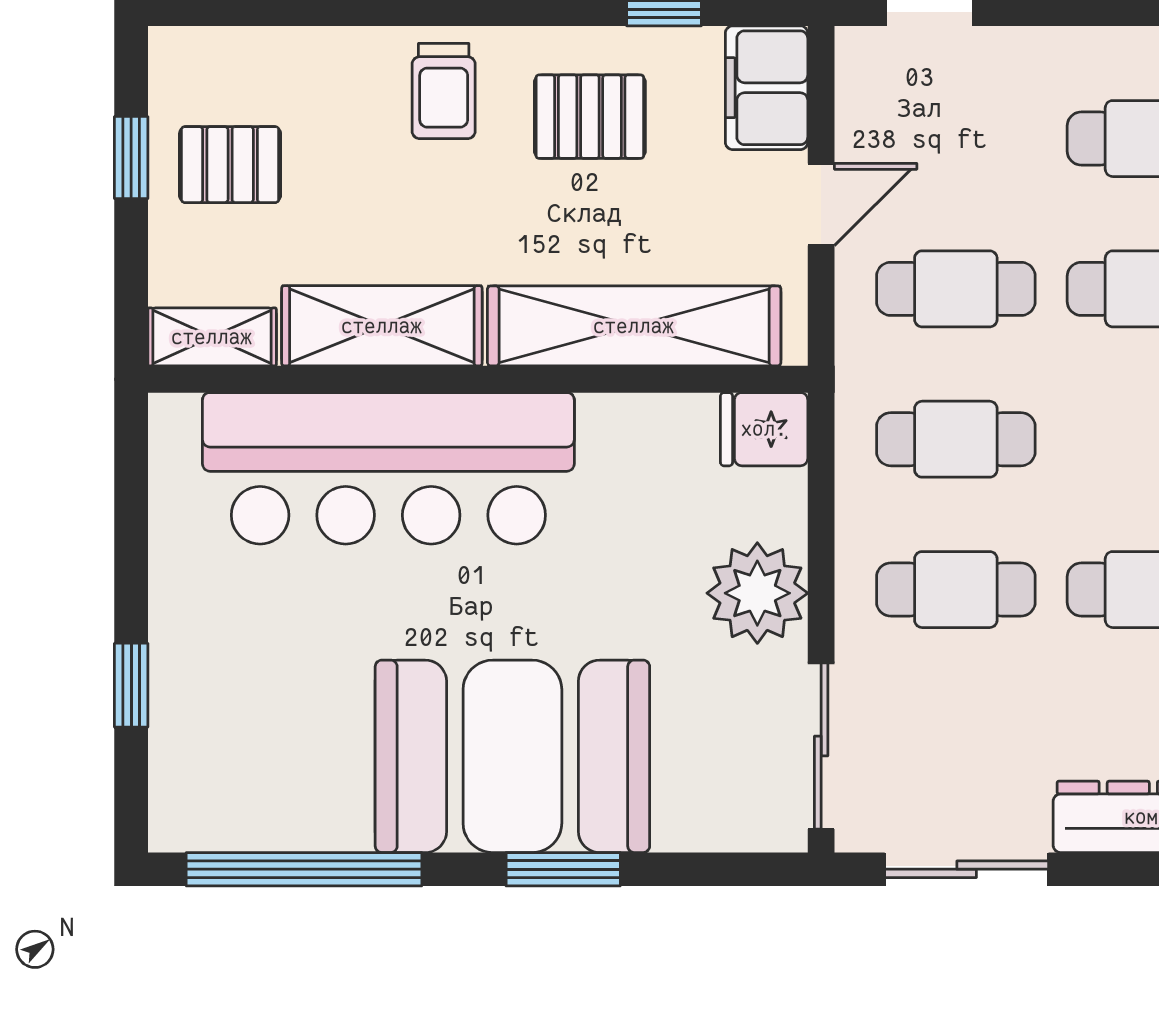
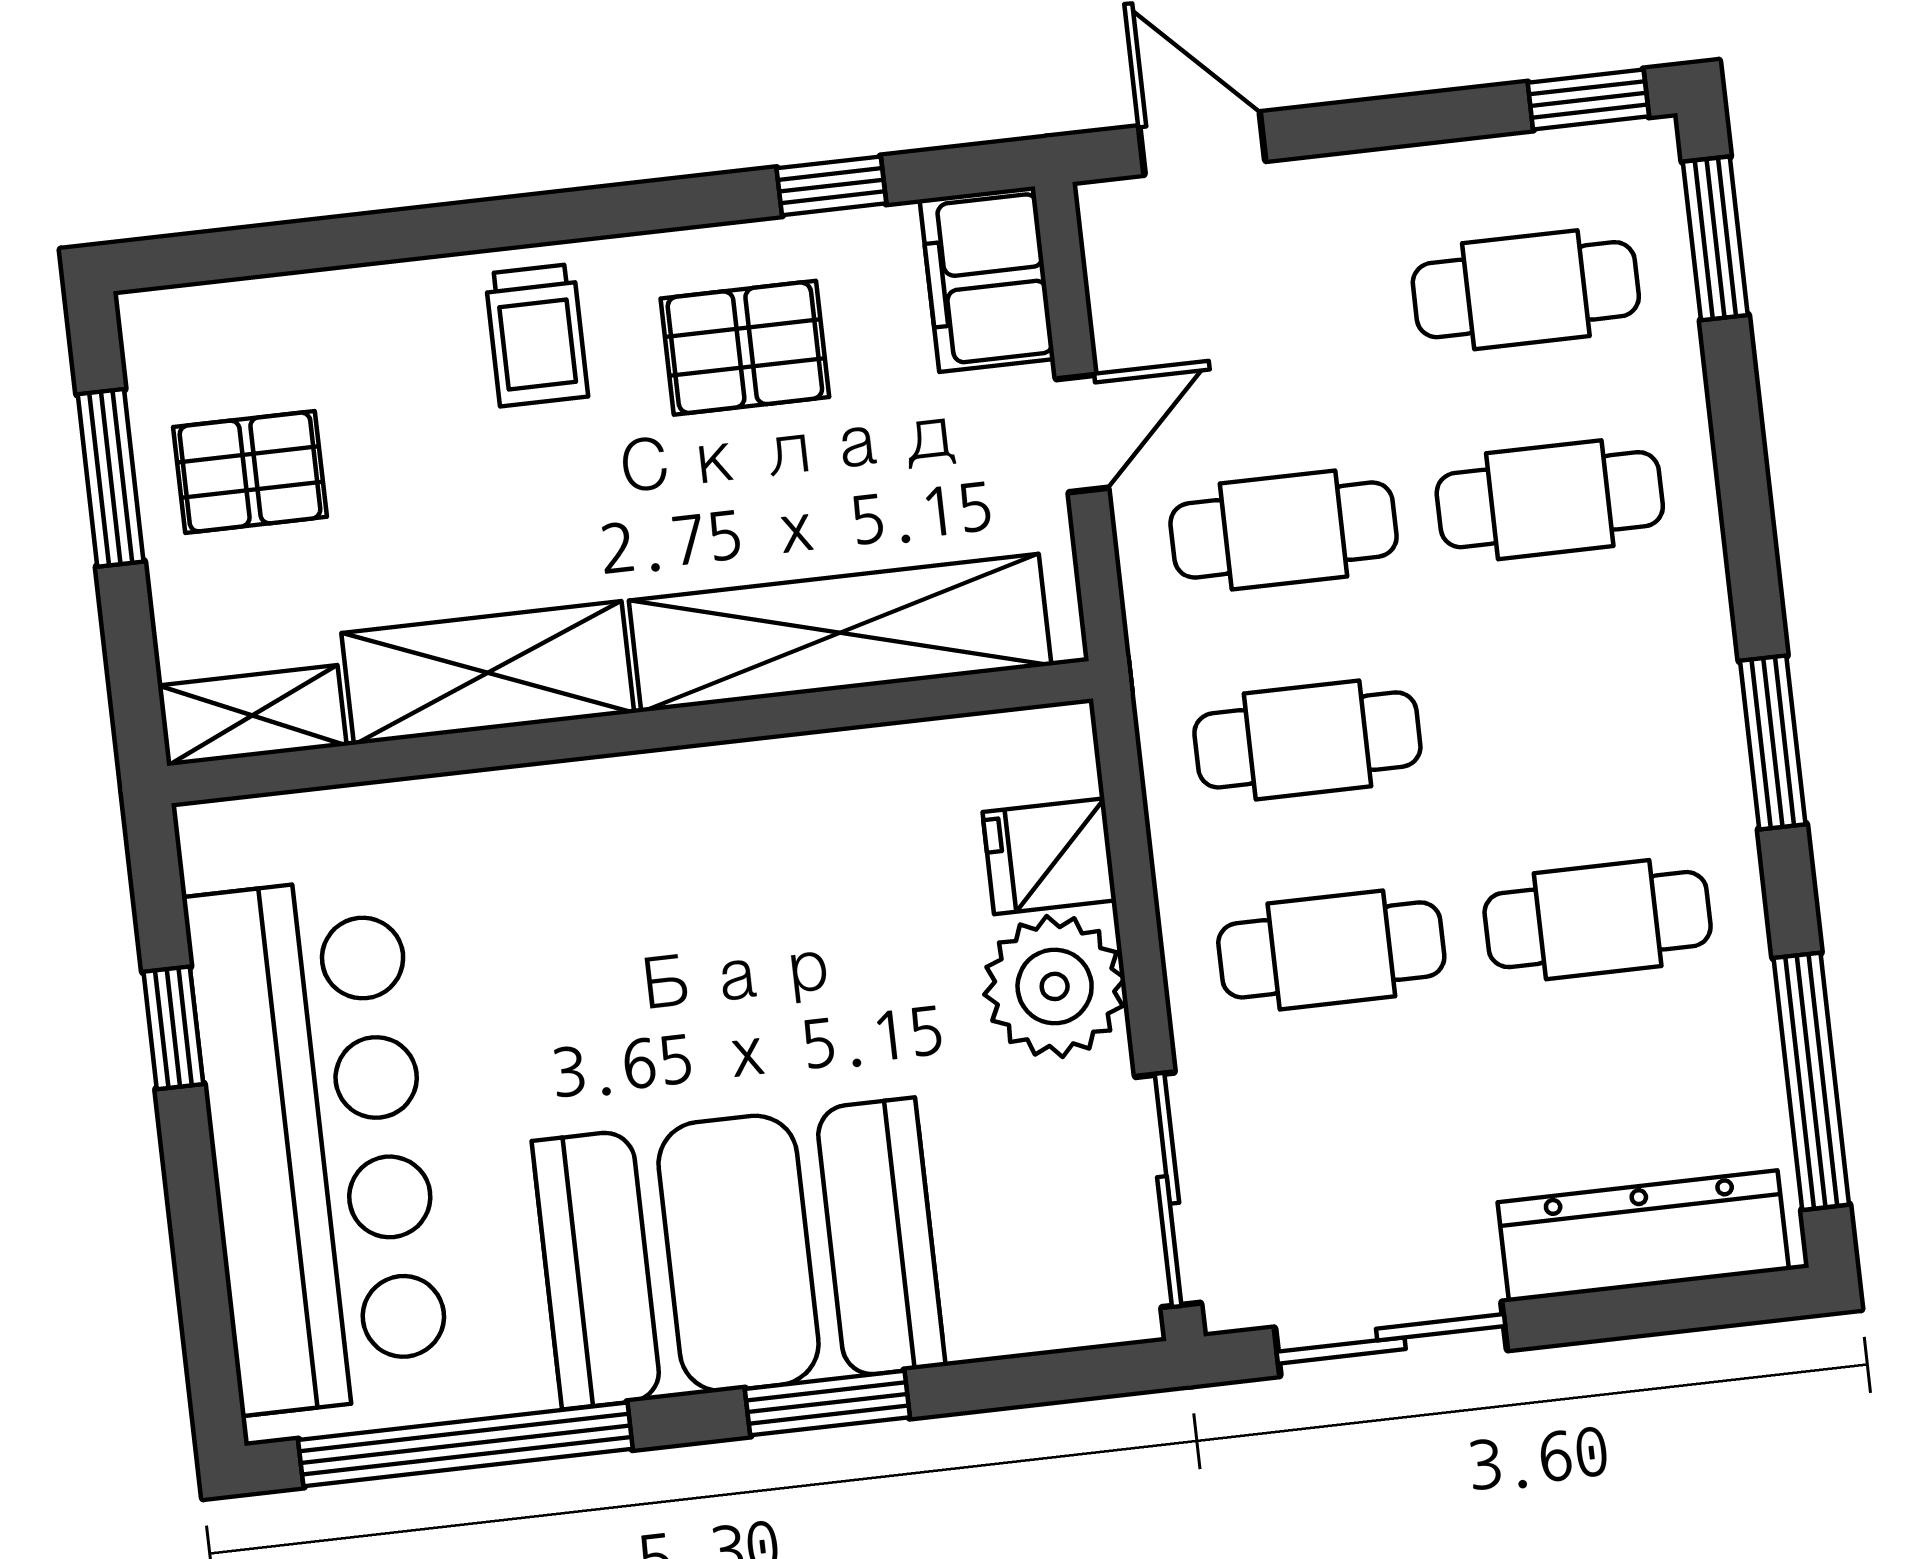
window: (131, 158) -> (111, 478), width x1.50
fridge: (764, 429) -> (1049, 856), moved
bar counter: (388, 468) -> (317, 1145), moved, turned -90
window: (131, 685) -> (173, 1028), moved

